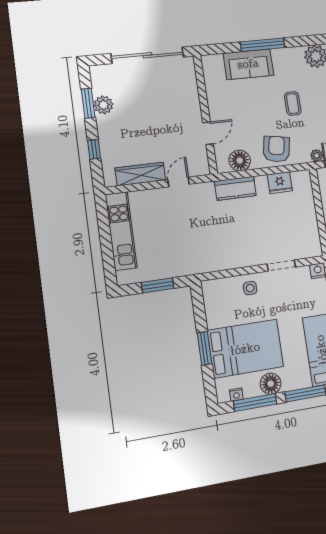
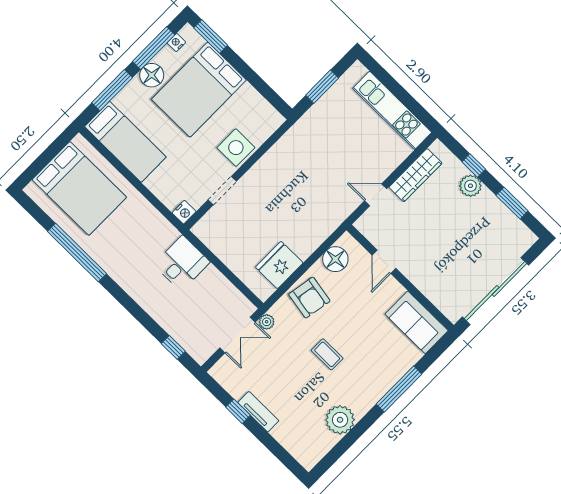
sofa: (248, 64) -> (417, 322), moved, turned -90
plant: (103, 105) -> (470, 186), moved
door: (179, 182) -> (376, 195), swing flipped
fridge: (280, 183) -> (279, 265), width x1.36, depth x1.34
kitchen counter: (235, 188) -> (320, 230), removed
side table: (250, 288) -> (236, 148), width x1.87, depth x1.87
window: (204, 348) -> (211, 36), moved

